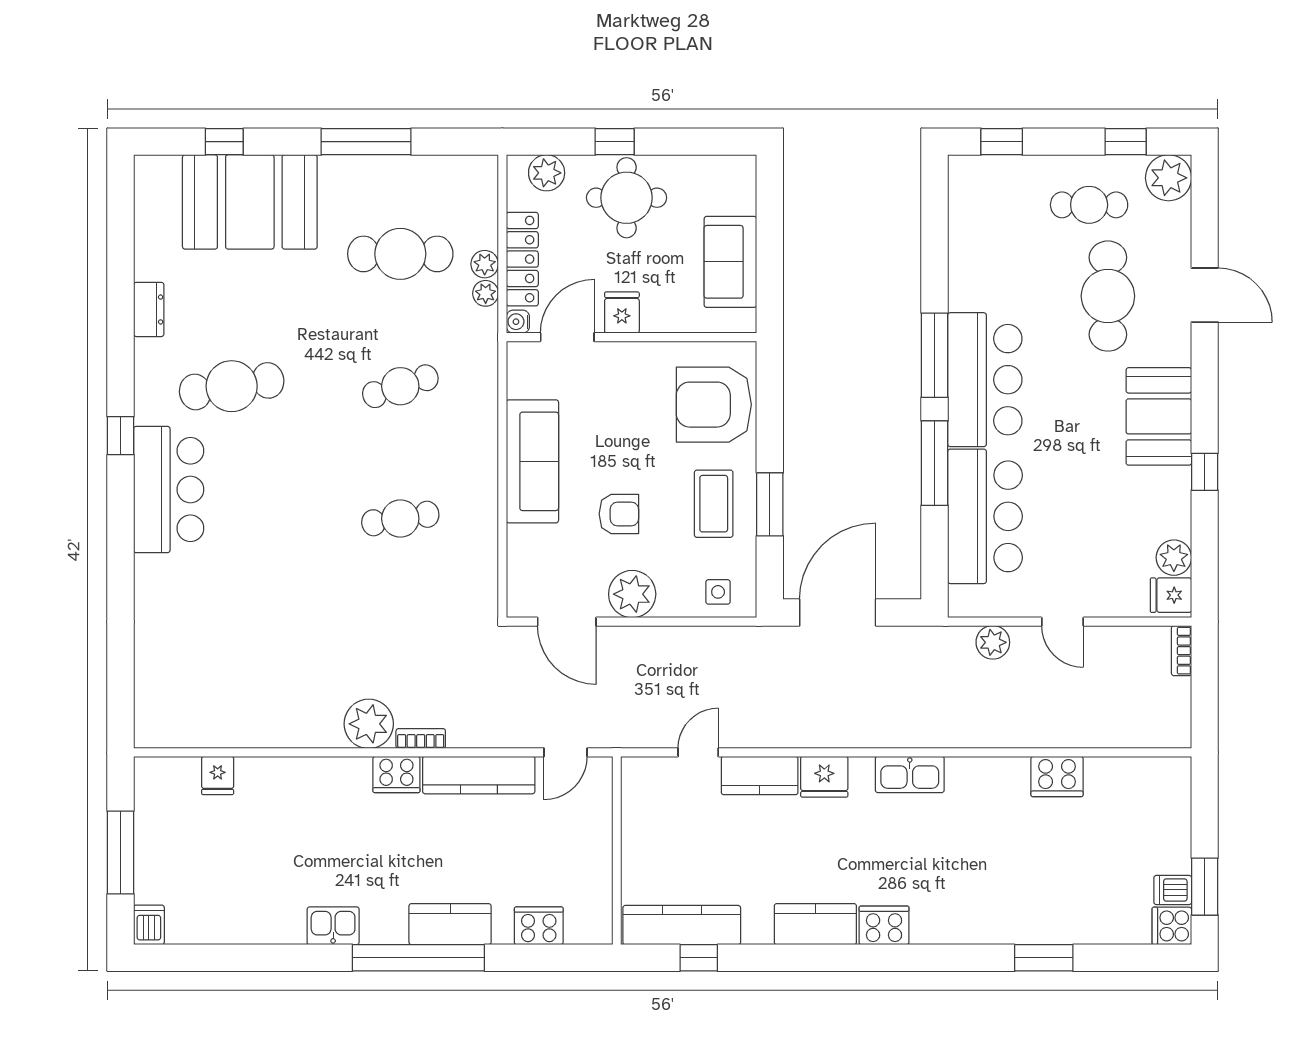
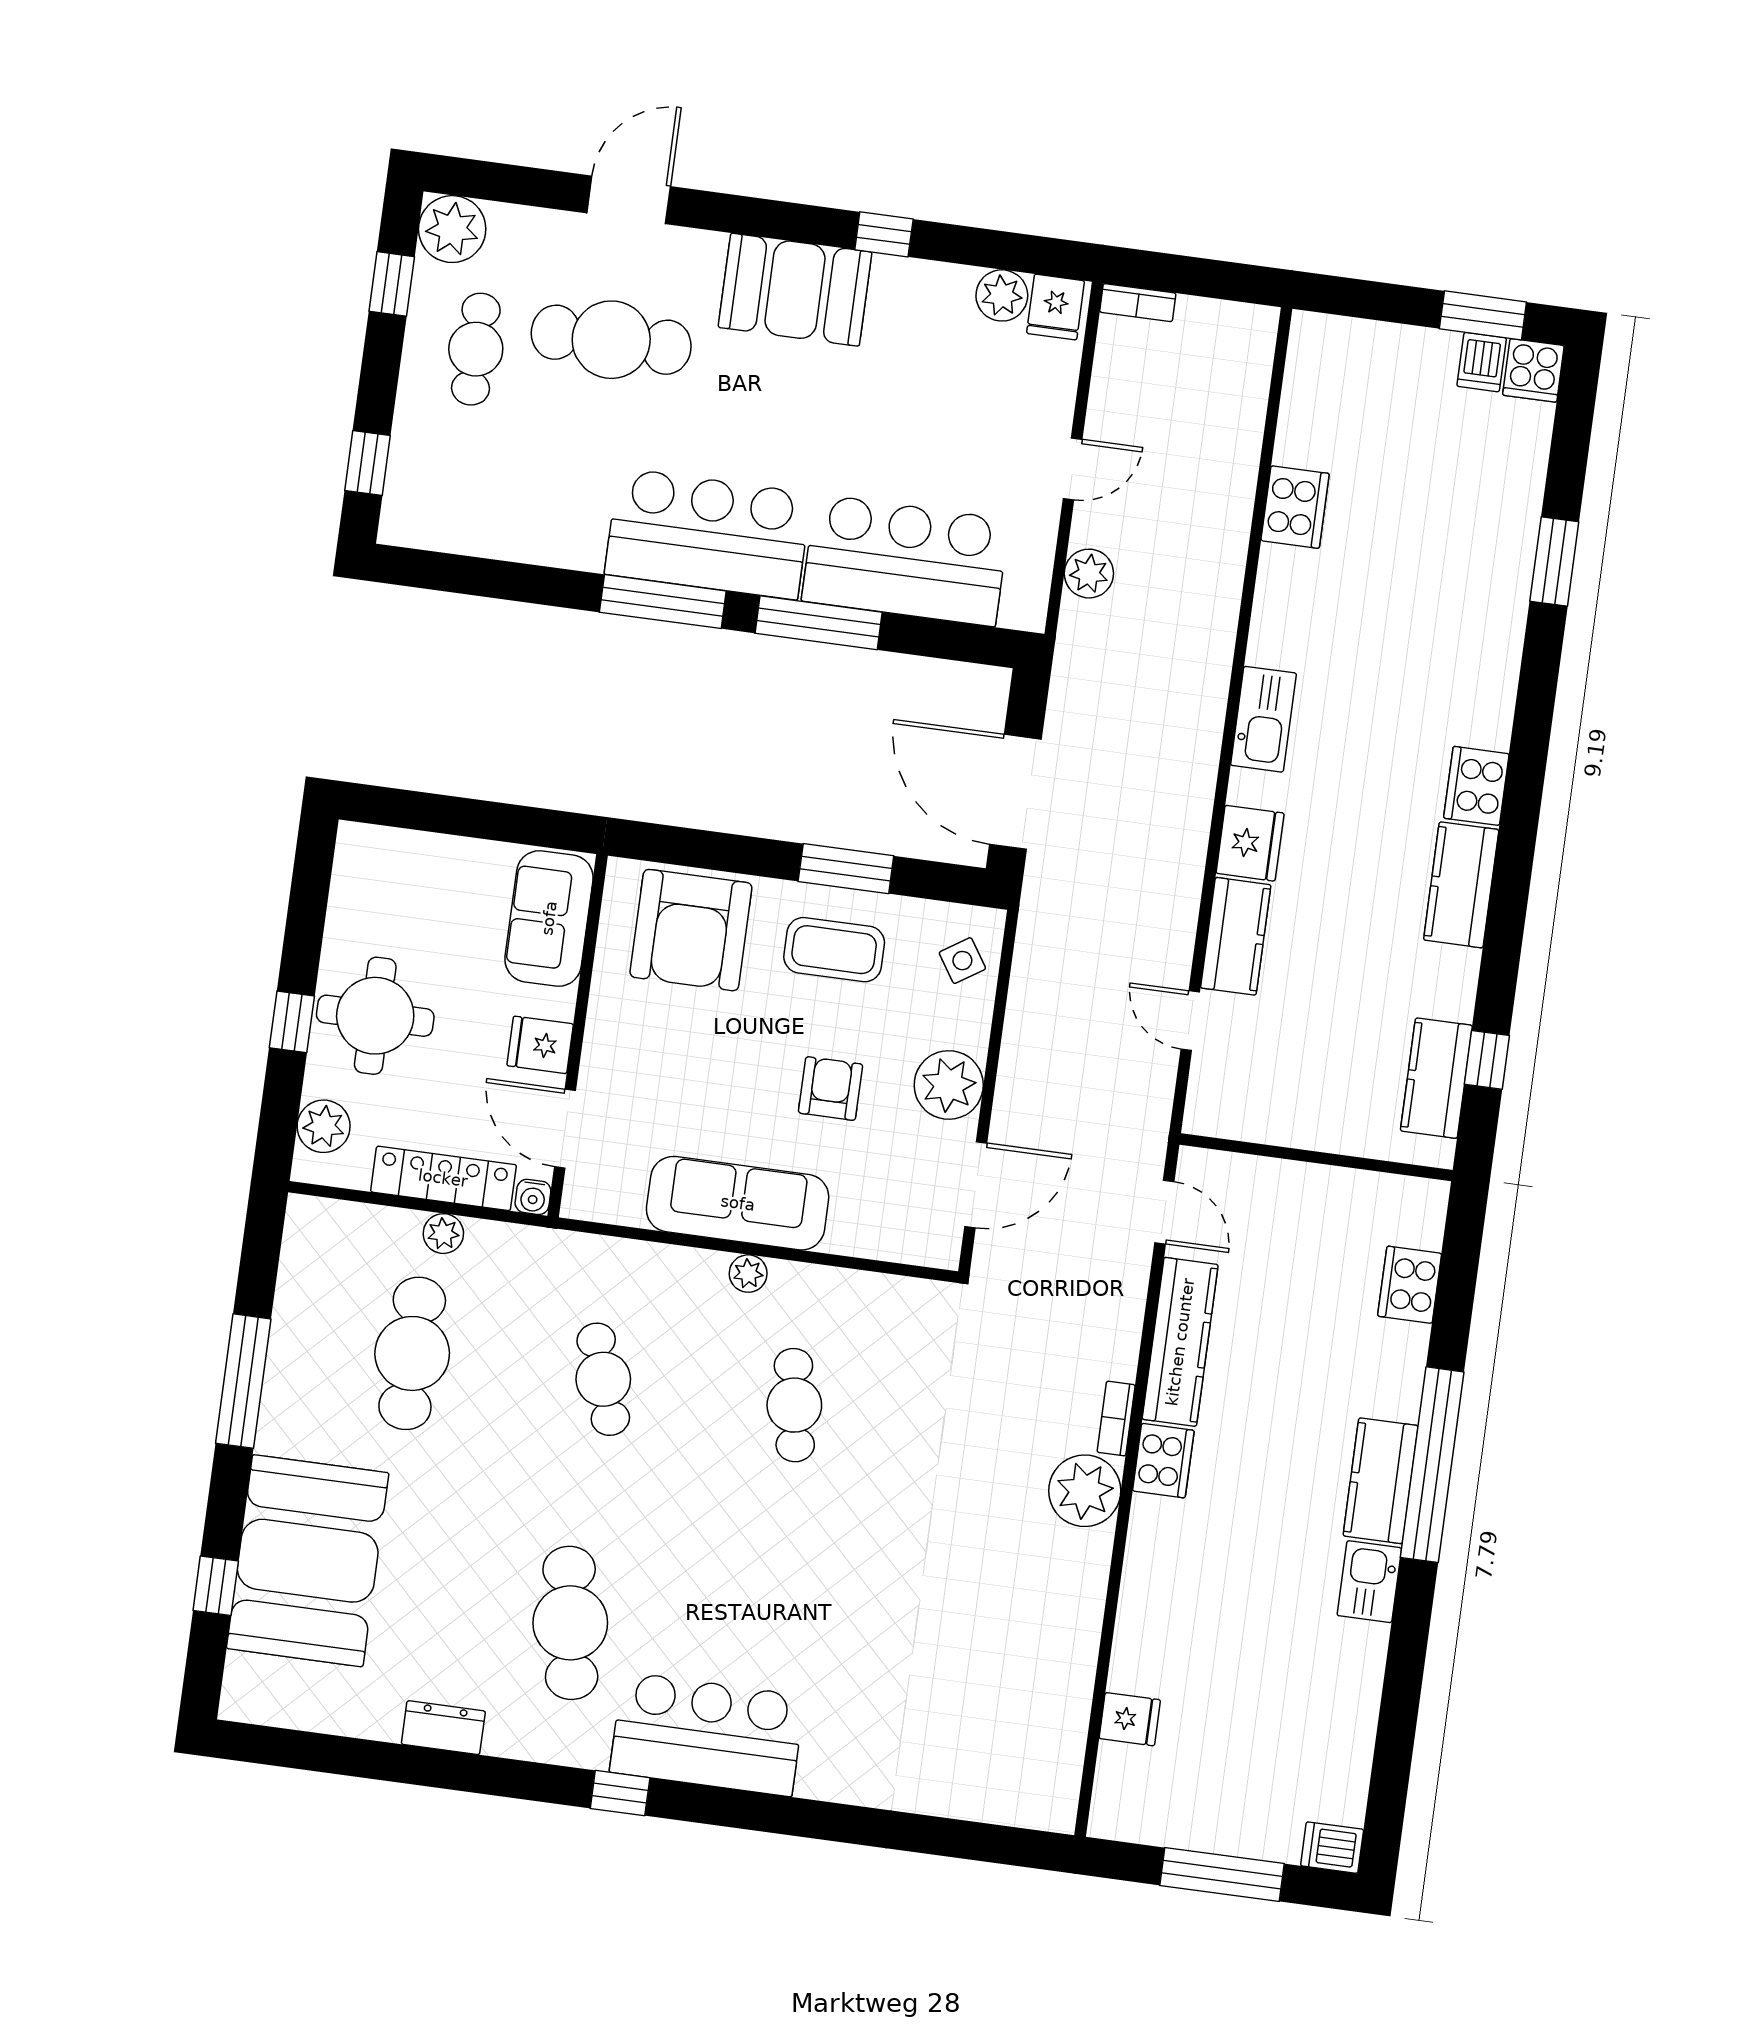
sofa: (730, 262) -> (549, 918), moved, turned 90
plant: (486, 293) -> (748, 1274), moved
side table: (718, 592) -> (962, 961), turned -33
kitchen counter: (450, 924) -> (1381, 1481), moved
kitchen counter: (682, 925) -> (1436, 1078), width x0.67

